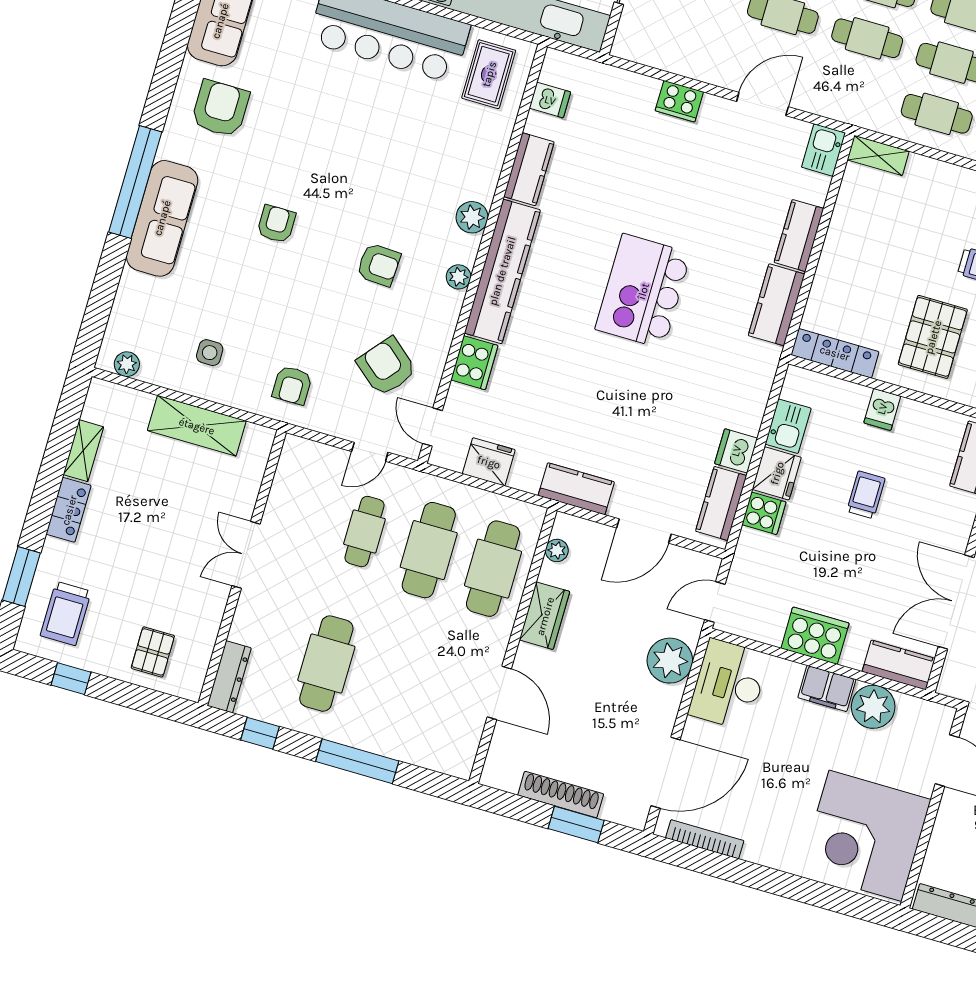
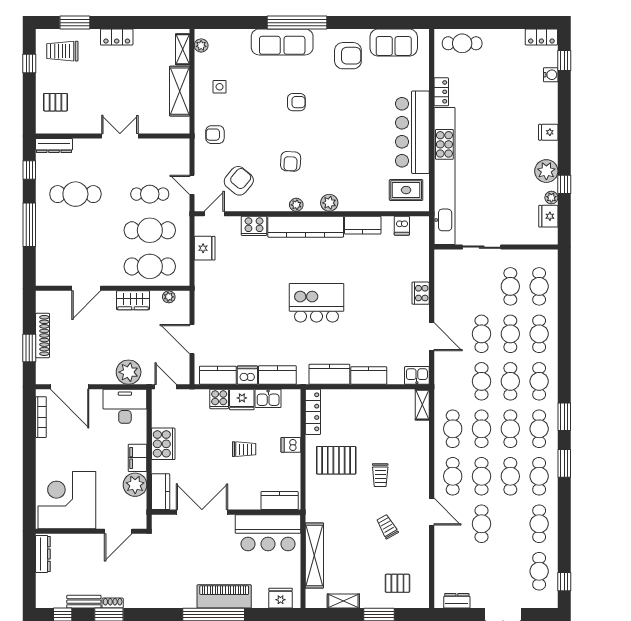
shelving: (83, 451) -> (183, 49), moved, turned 90
kitchen counter: (576, 489) -> (277, 375), moved, turned -90

